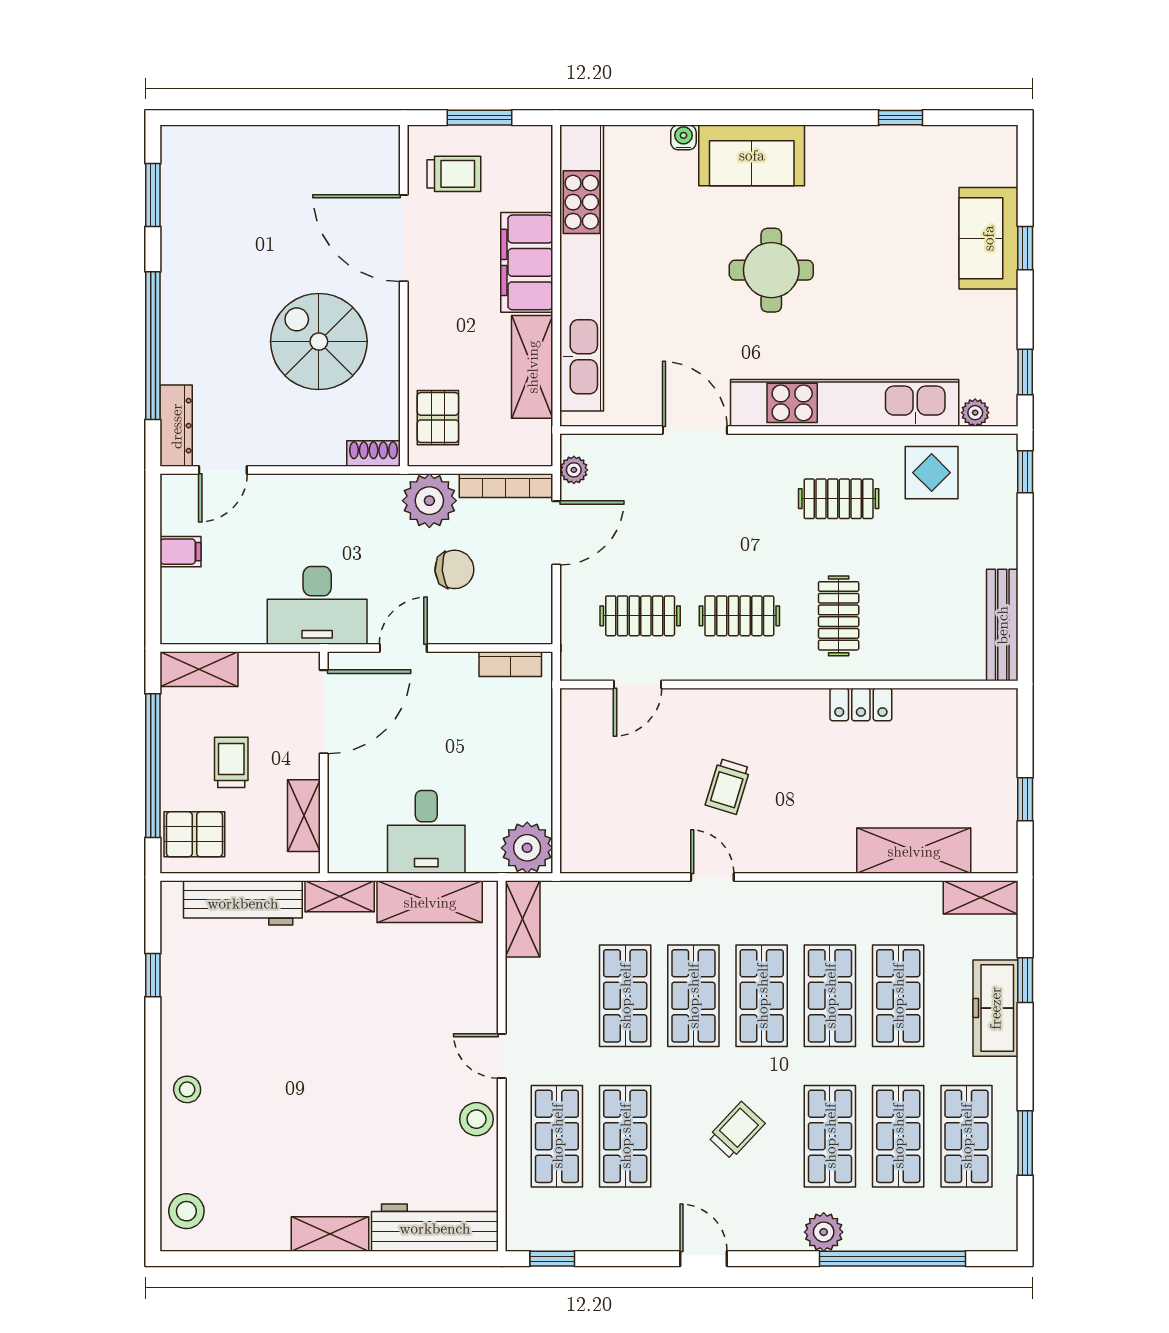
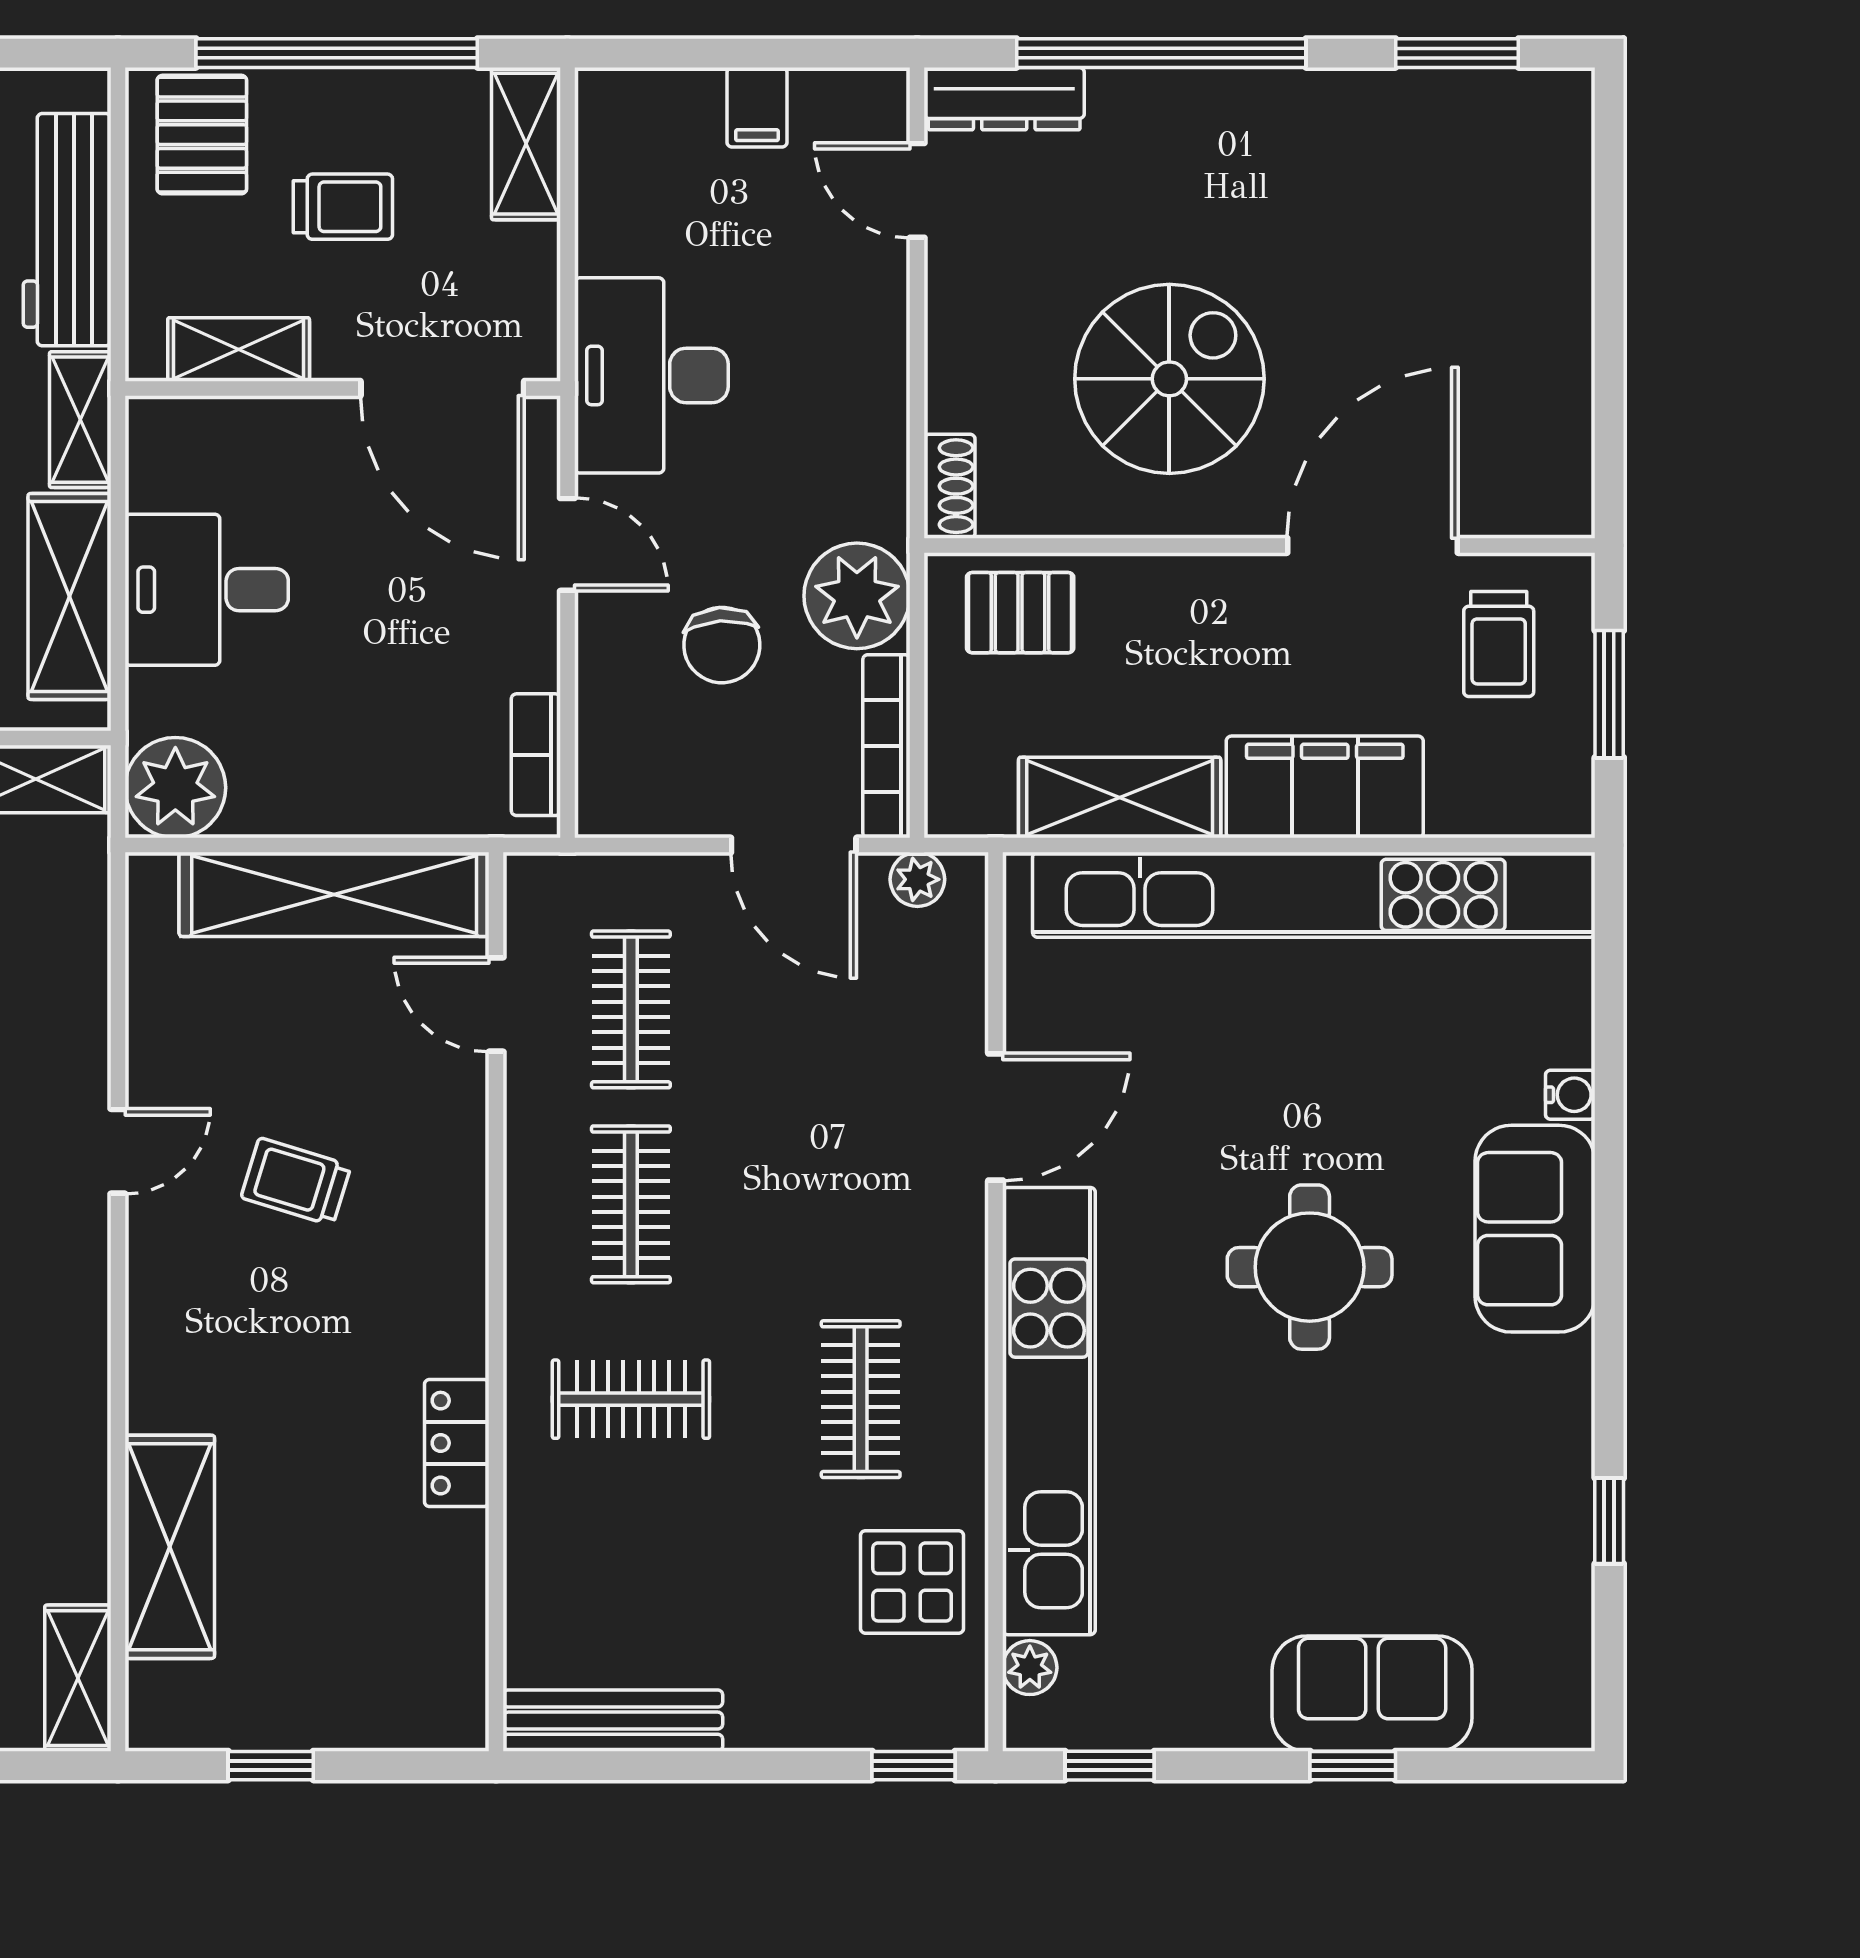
shelving: (581, 767) -> (334, 894), added

